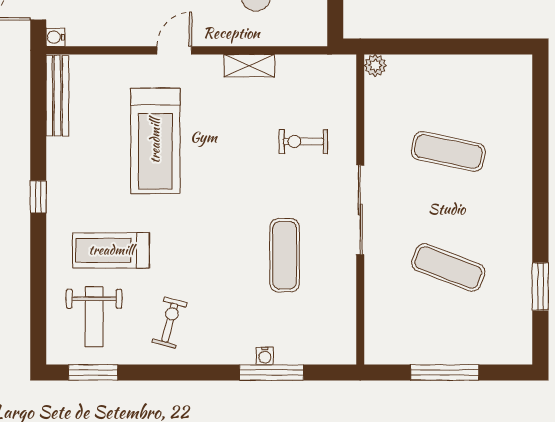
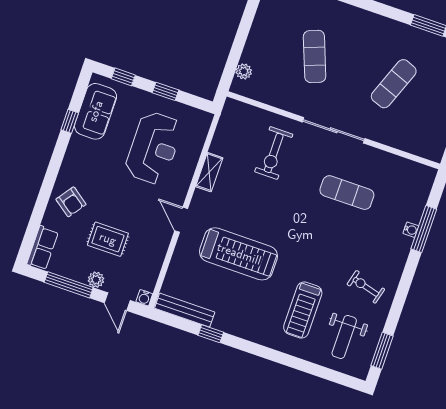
plant: (375, 65) -> (244, 71), moved
exercise bike: (303, 141) -> (274, 153), width x1.38, depth x1.39
exercise mat: (448, 151) -> (315, 56), turned -33
window: (38, 197) -> (211, 334), moved
weight bench: (94, 317) -> (344, 337), turned 90

